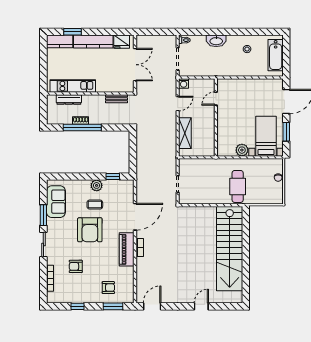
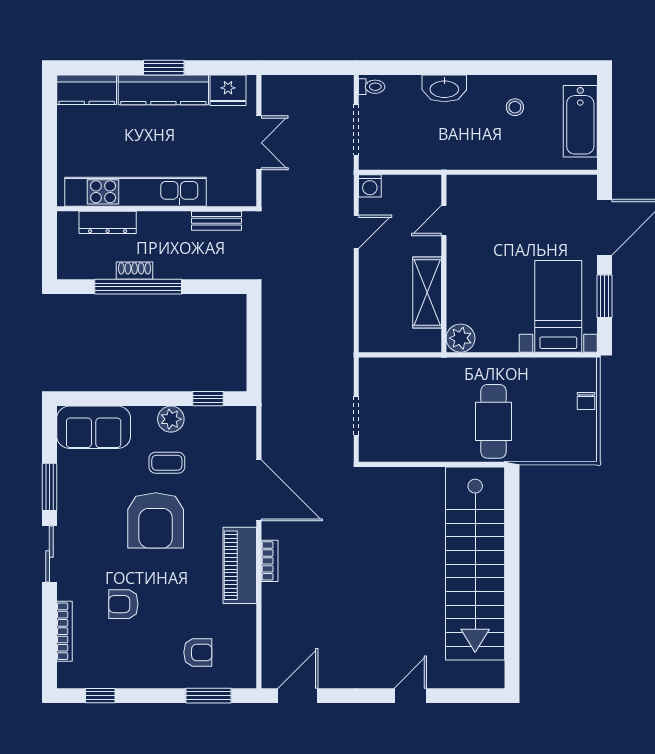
window: (72, 32) -> (164, 68), moved
double door: (135, 65) -> (259, 143), width x0.73
kitchen unit: (73, 86) -> (135, 192), width x1.36
shelving: (185, 133) -> (427, 293), moved
plant: (242, 150) -> (461, 338), moved
sofa: (56, 202) -> (94, 427), moved, turned 90
door: (135, 217) -> (259, 490), hinge flipped
window: (77, 306) -> (100, 696), moved

